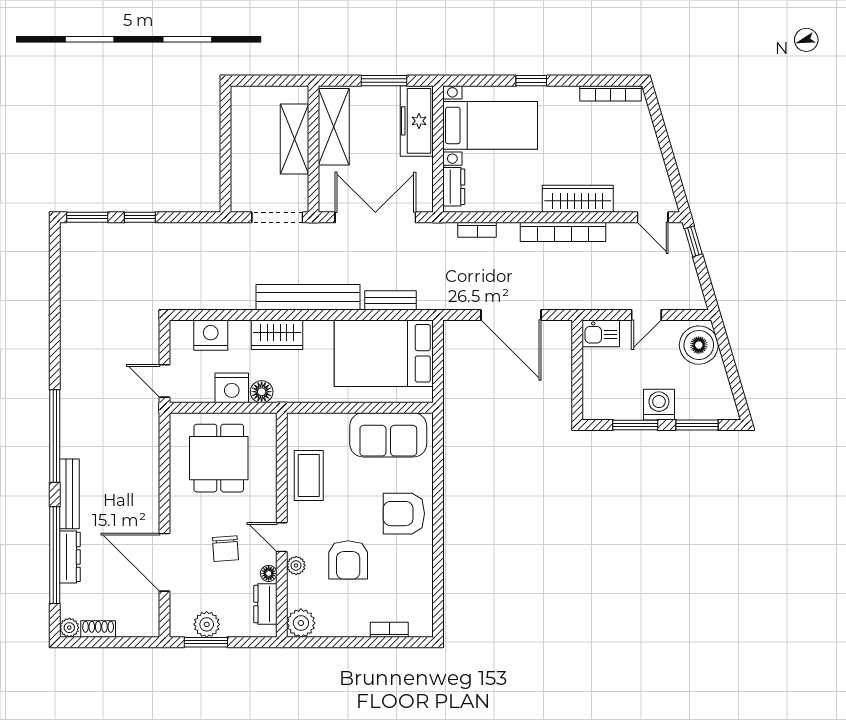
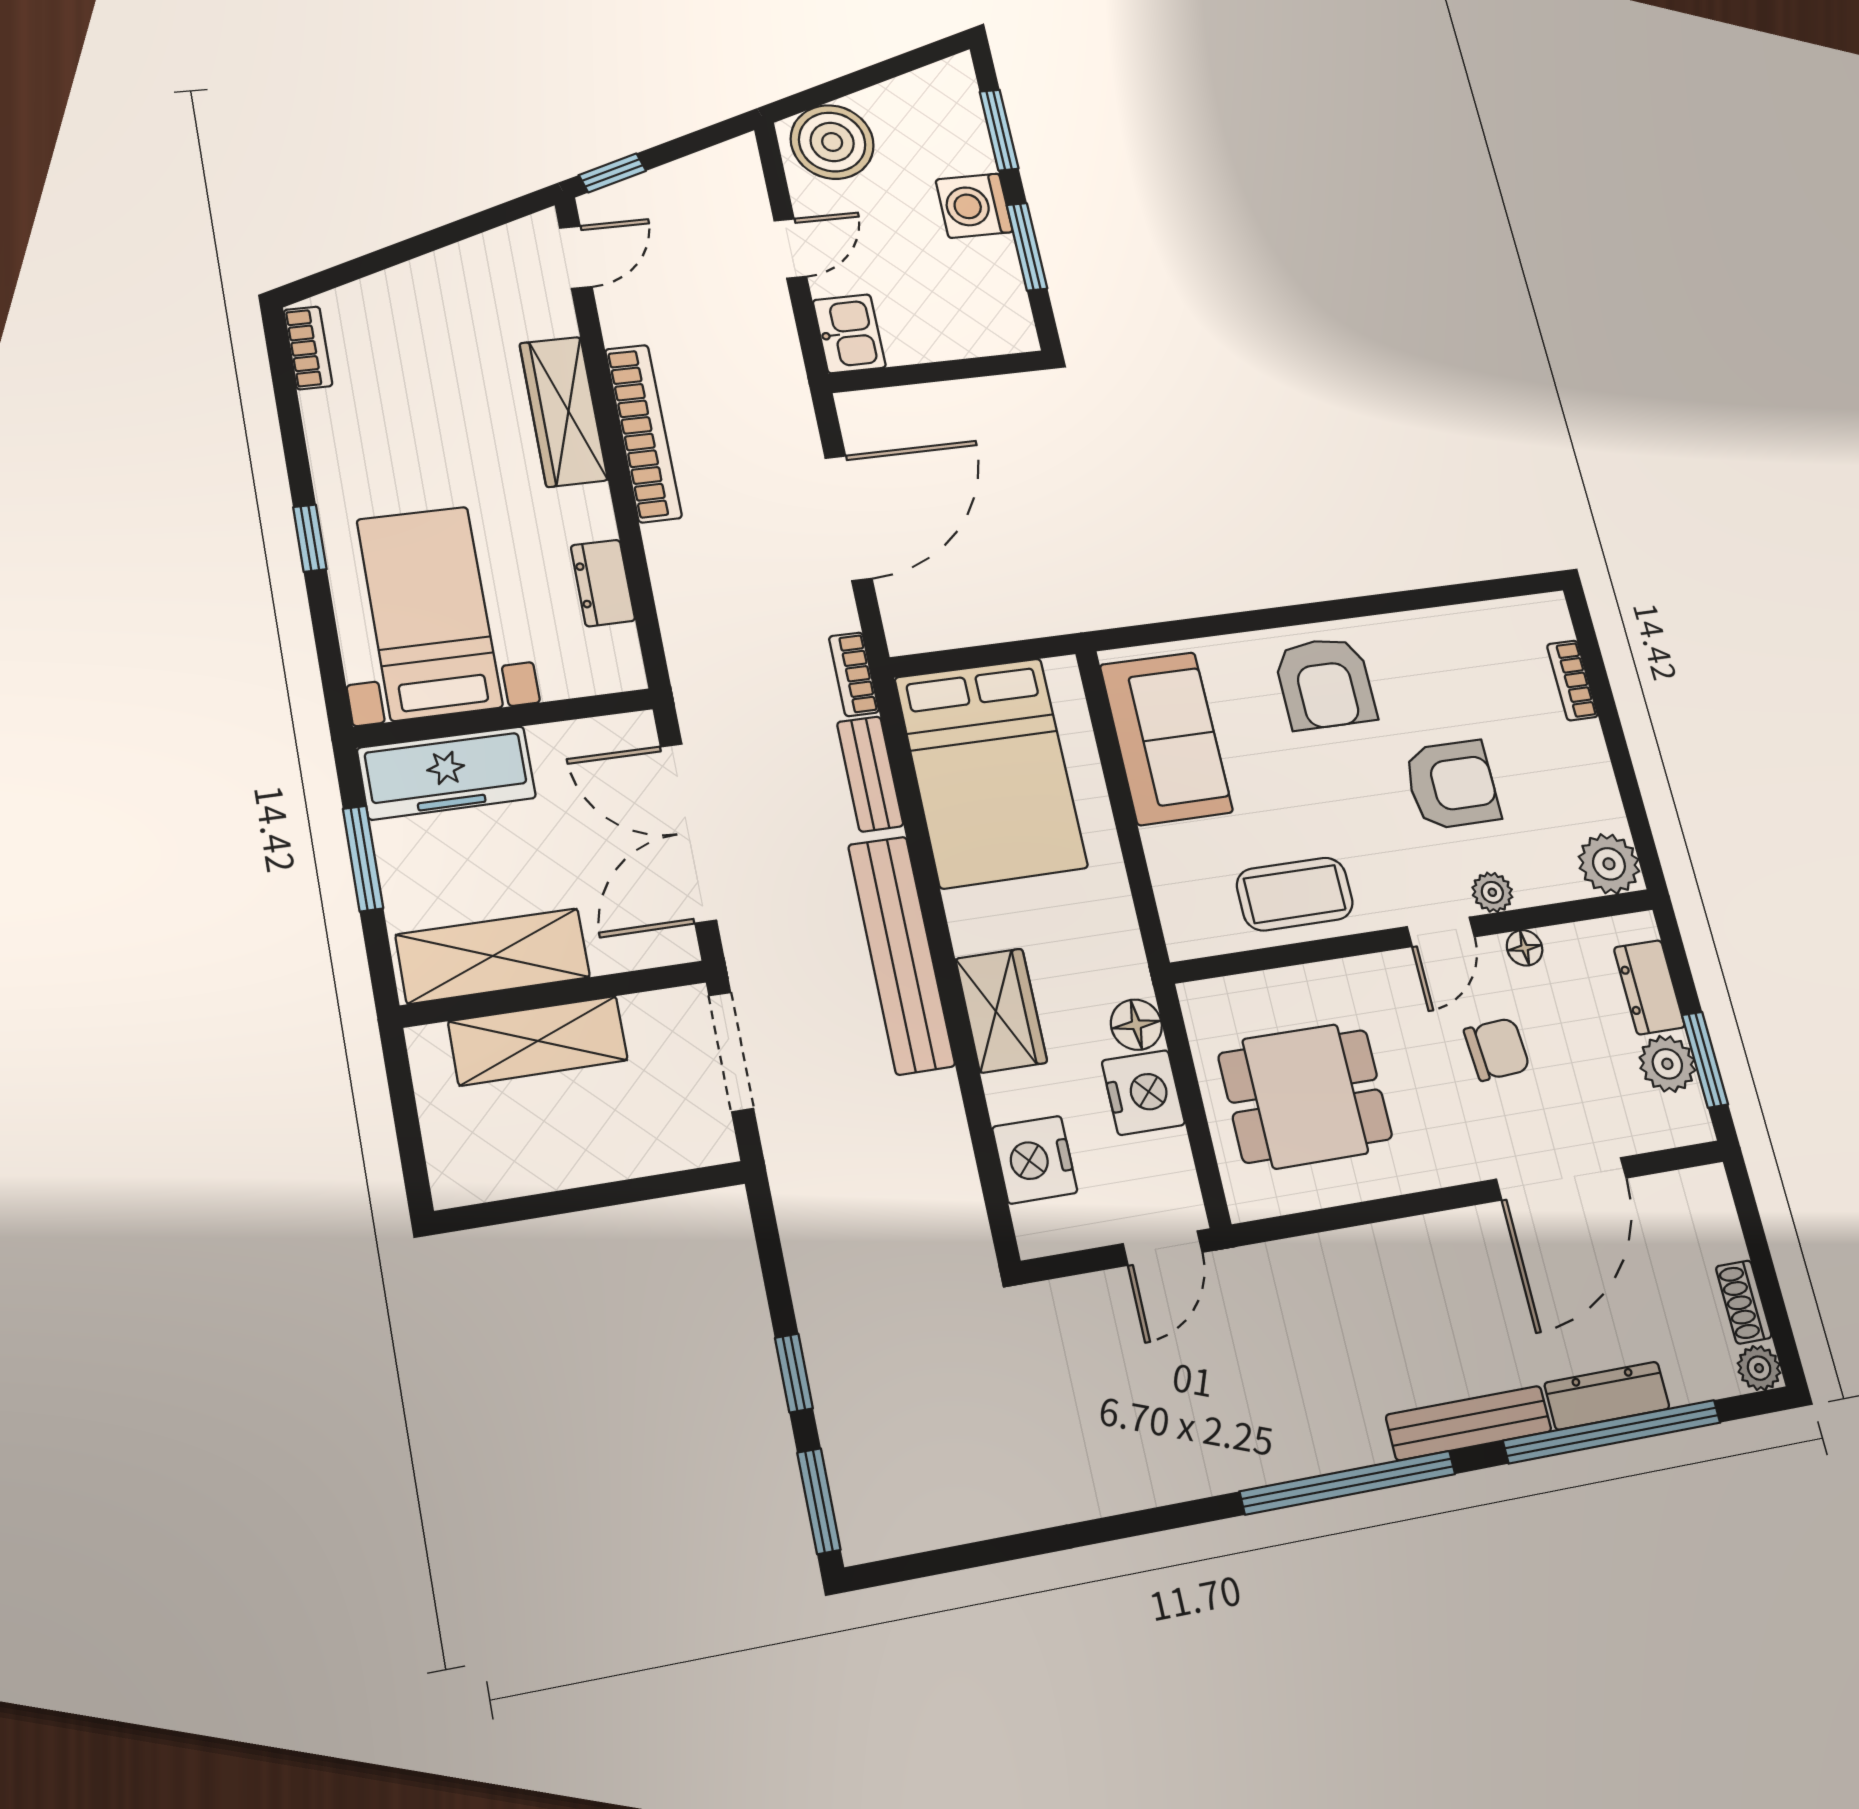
bookcase: (611, 93) -> (308, 348), width x0.64
dresser: (454, 187) -> (603, 583), moved, turned -90
bookcase: (477, 230) -> (854, 674), moved, turned 180
door: (646, 315) -> (790, 249), hinge flipped
dresser: (265, 604) -> (1649, 987), moved, turned 90

